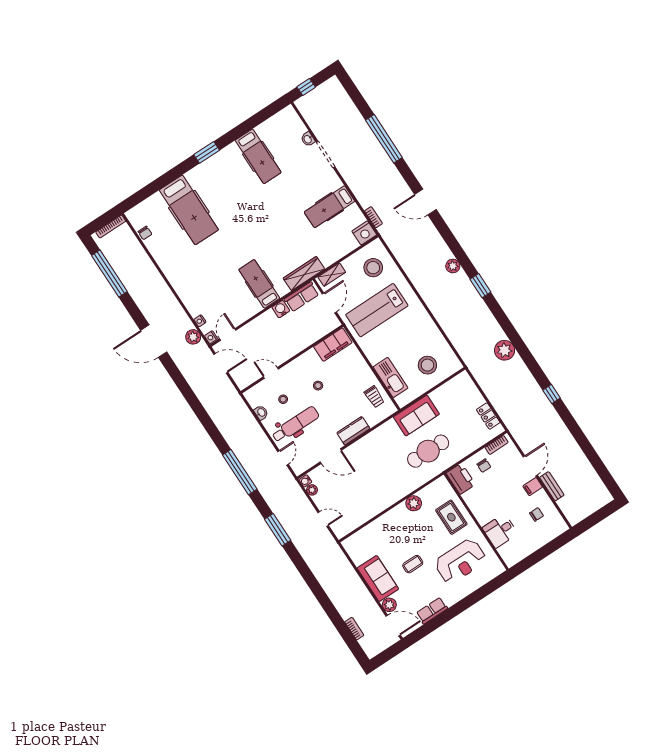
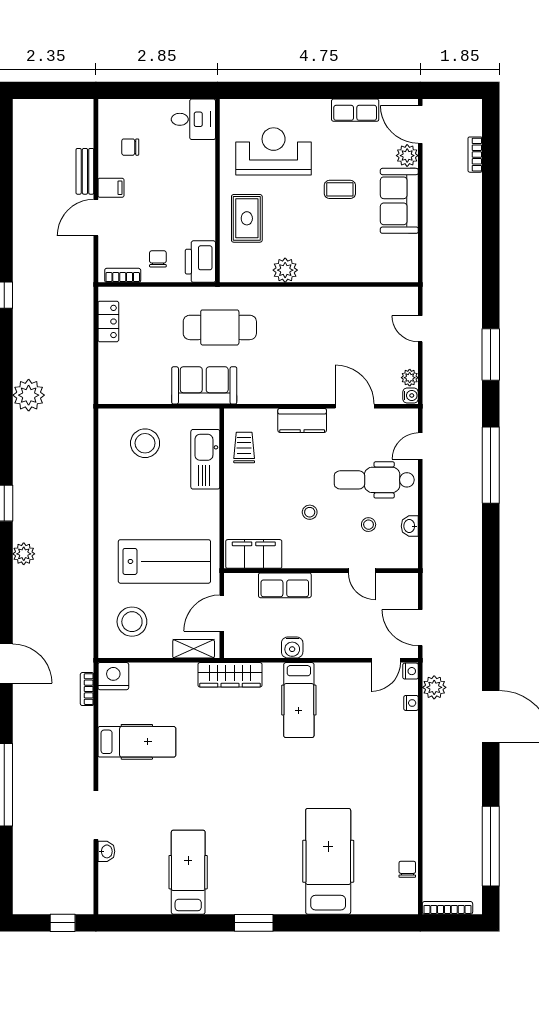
row of seats: (302, 297) -> (285, 585), moved, turned 180
desk: (500, 531) -> (193, 119), moved

